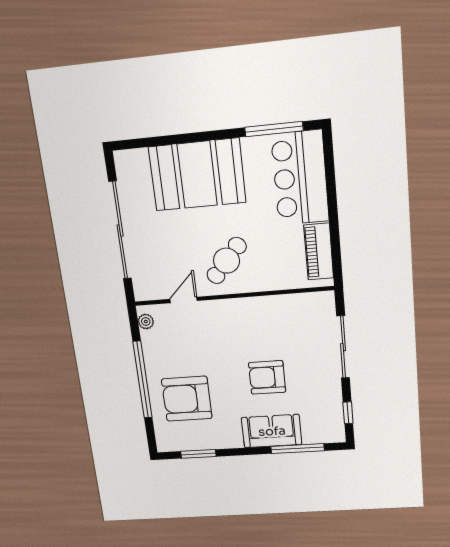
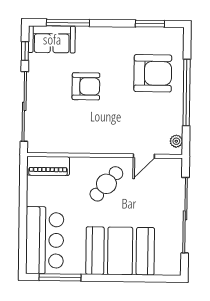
piano: (319, 252) -> (48, 166), moved, turned 90
sliding door: (343, 347) -> (24, 106), width x1.36
sofa: (272, 431) -> (52, 39), moved

